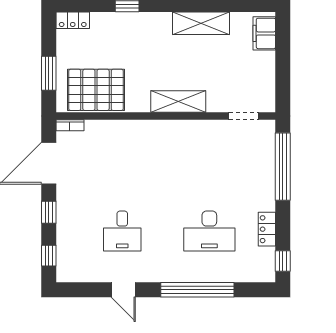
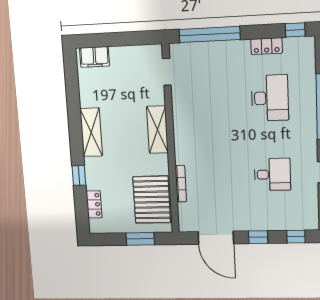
locker: (73, 20) -> (94, 204), moved
shelving: (201, 23) -> (91, 132), moved
bookcase: (70, 125) -> (181, 184), moved, width x1.56

